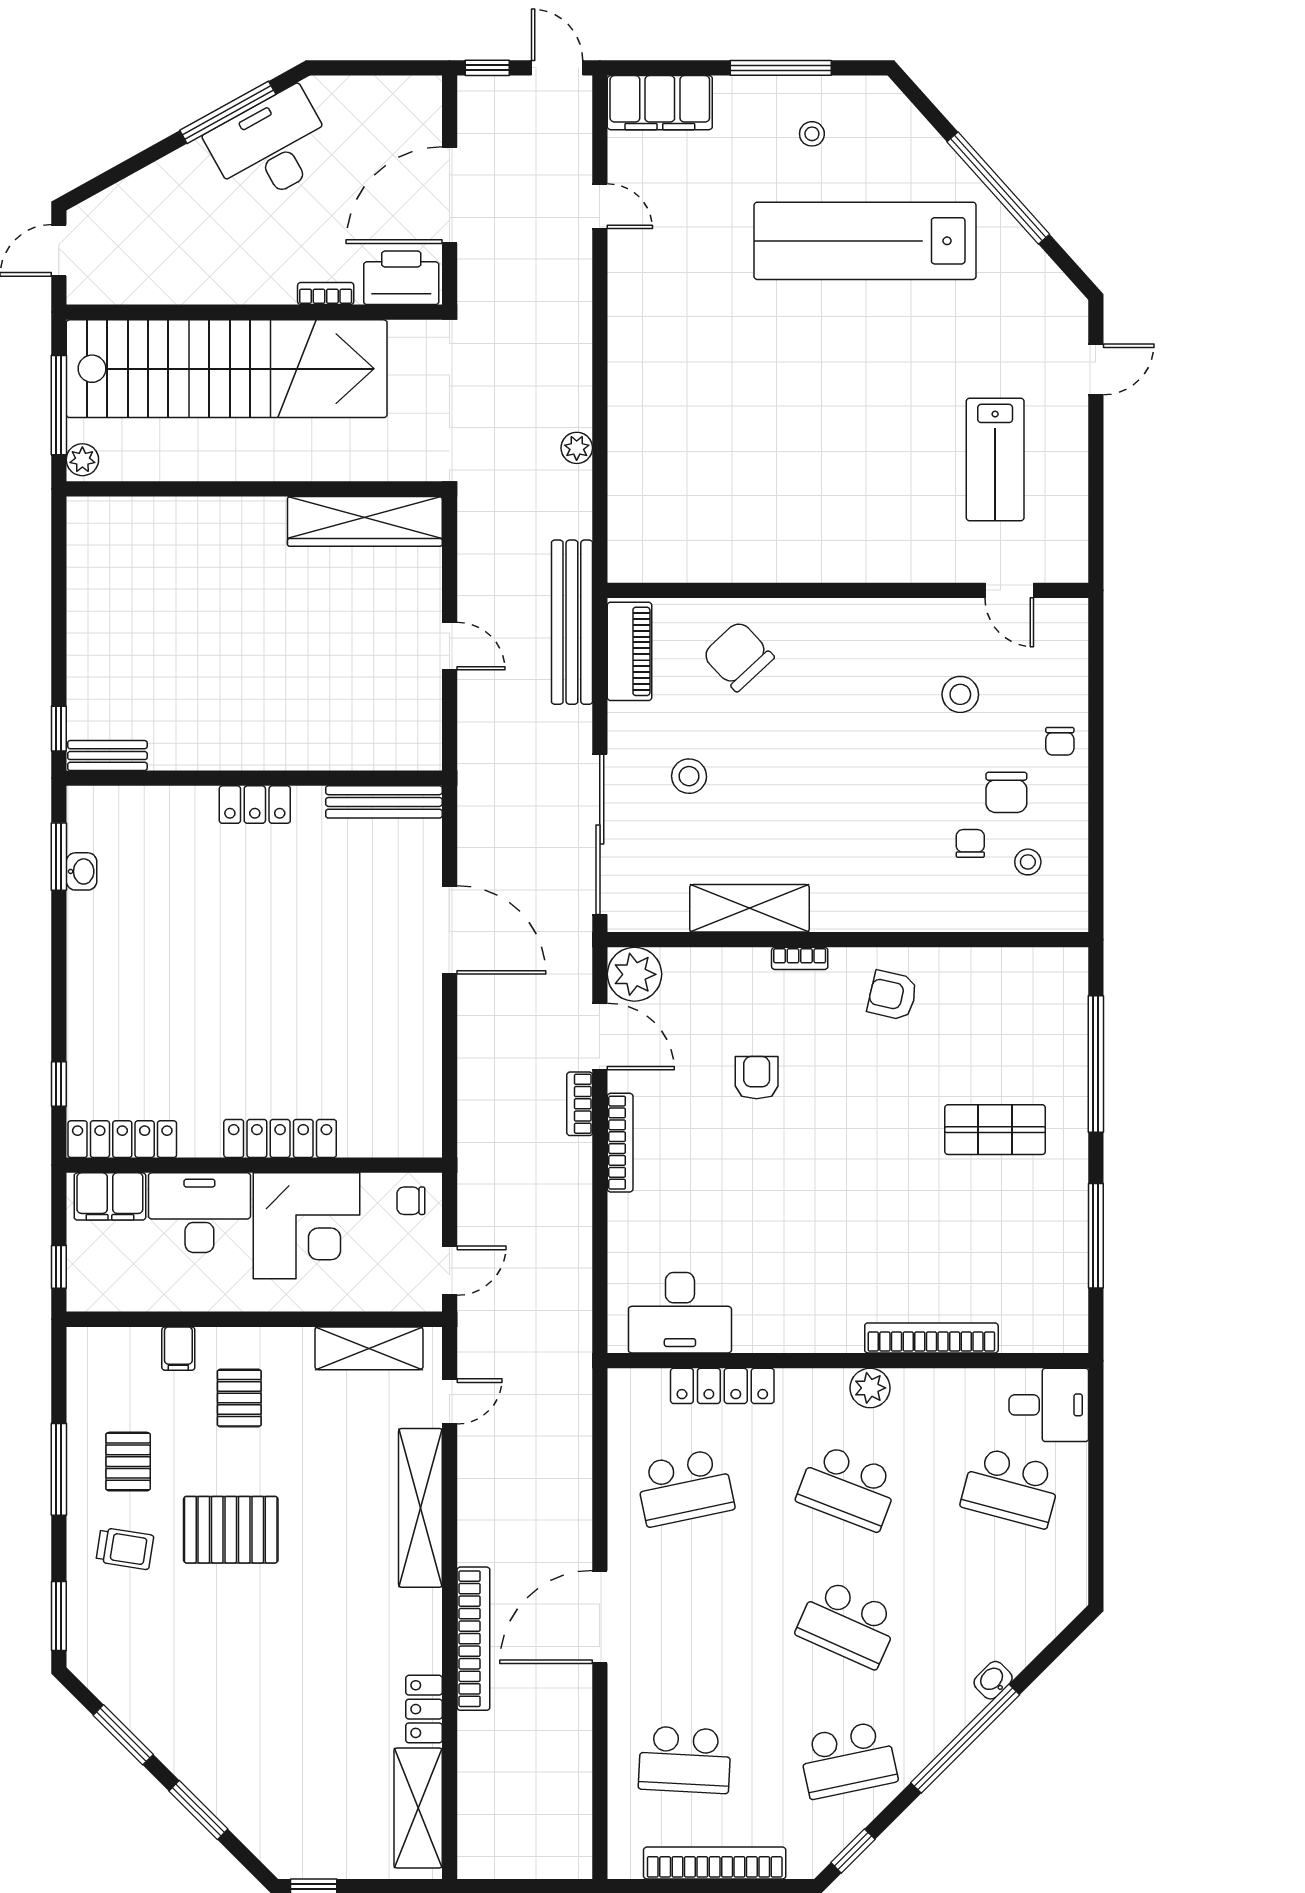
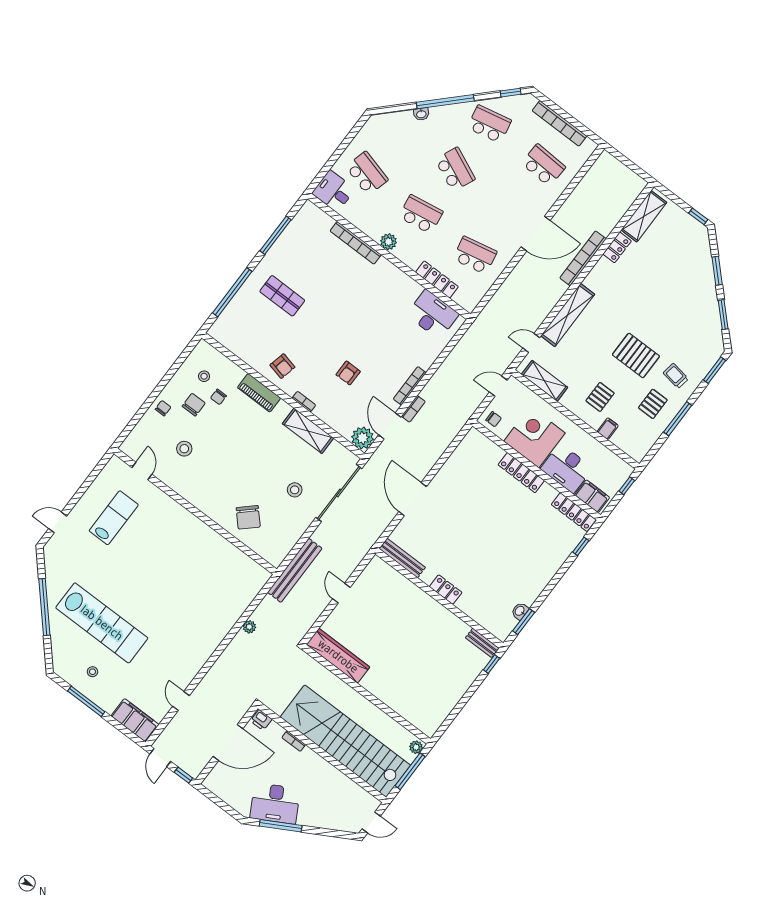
printer: (401, 278) -> (261, 720), width x0.53, depth x0.68
piano: (629, 651) -> (259, 393), moved, turned -90
school desk: (848, 1487) -> (421, 214), turned -30

